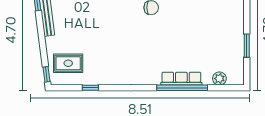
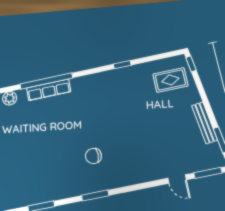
window: (90, 88) -> (122, 65), moved

